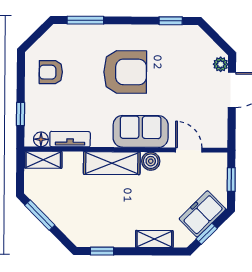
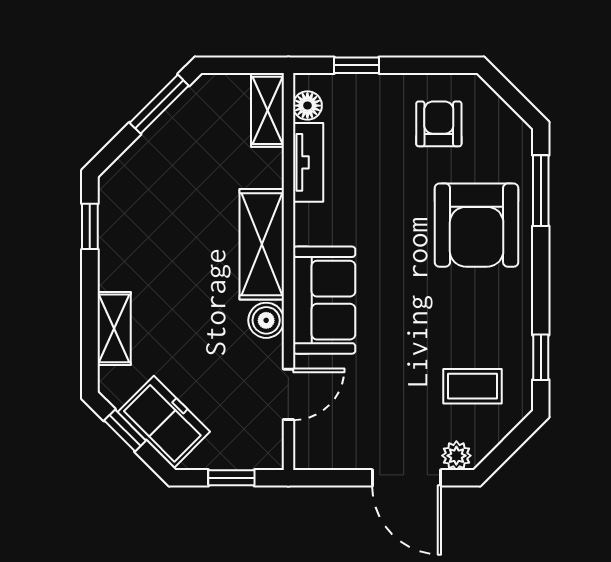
coffee table: (185, 56) -> (472, 386), added
armchair: (125, 72) -> (477, 225), moved

